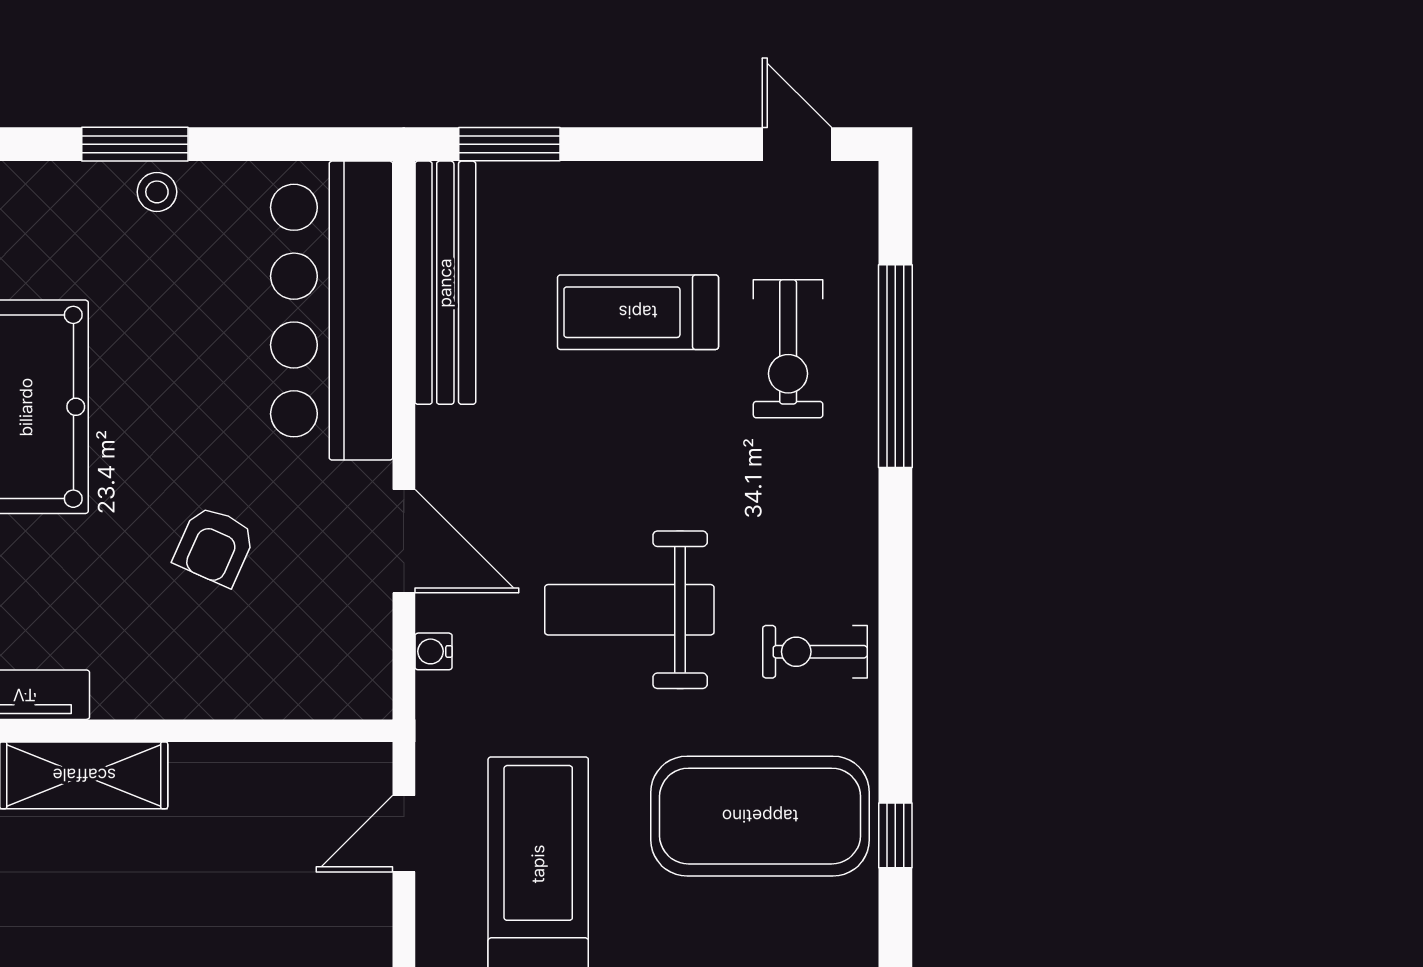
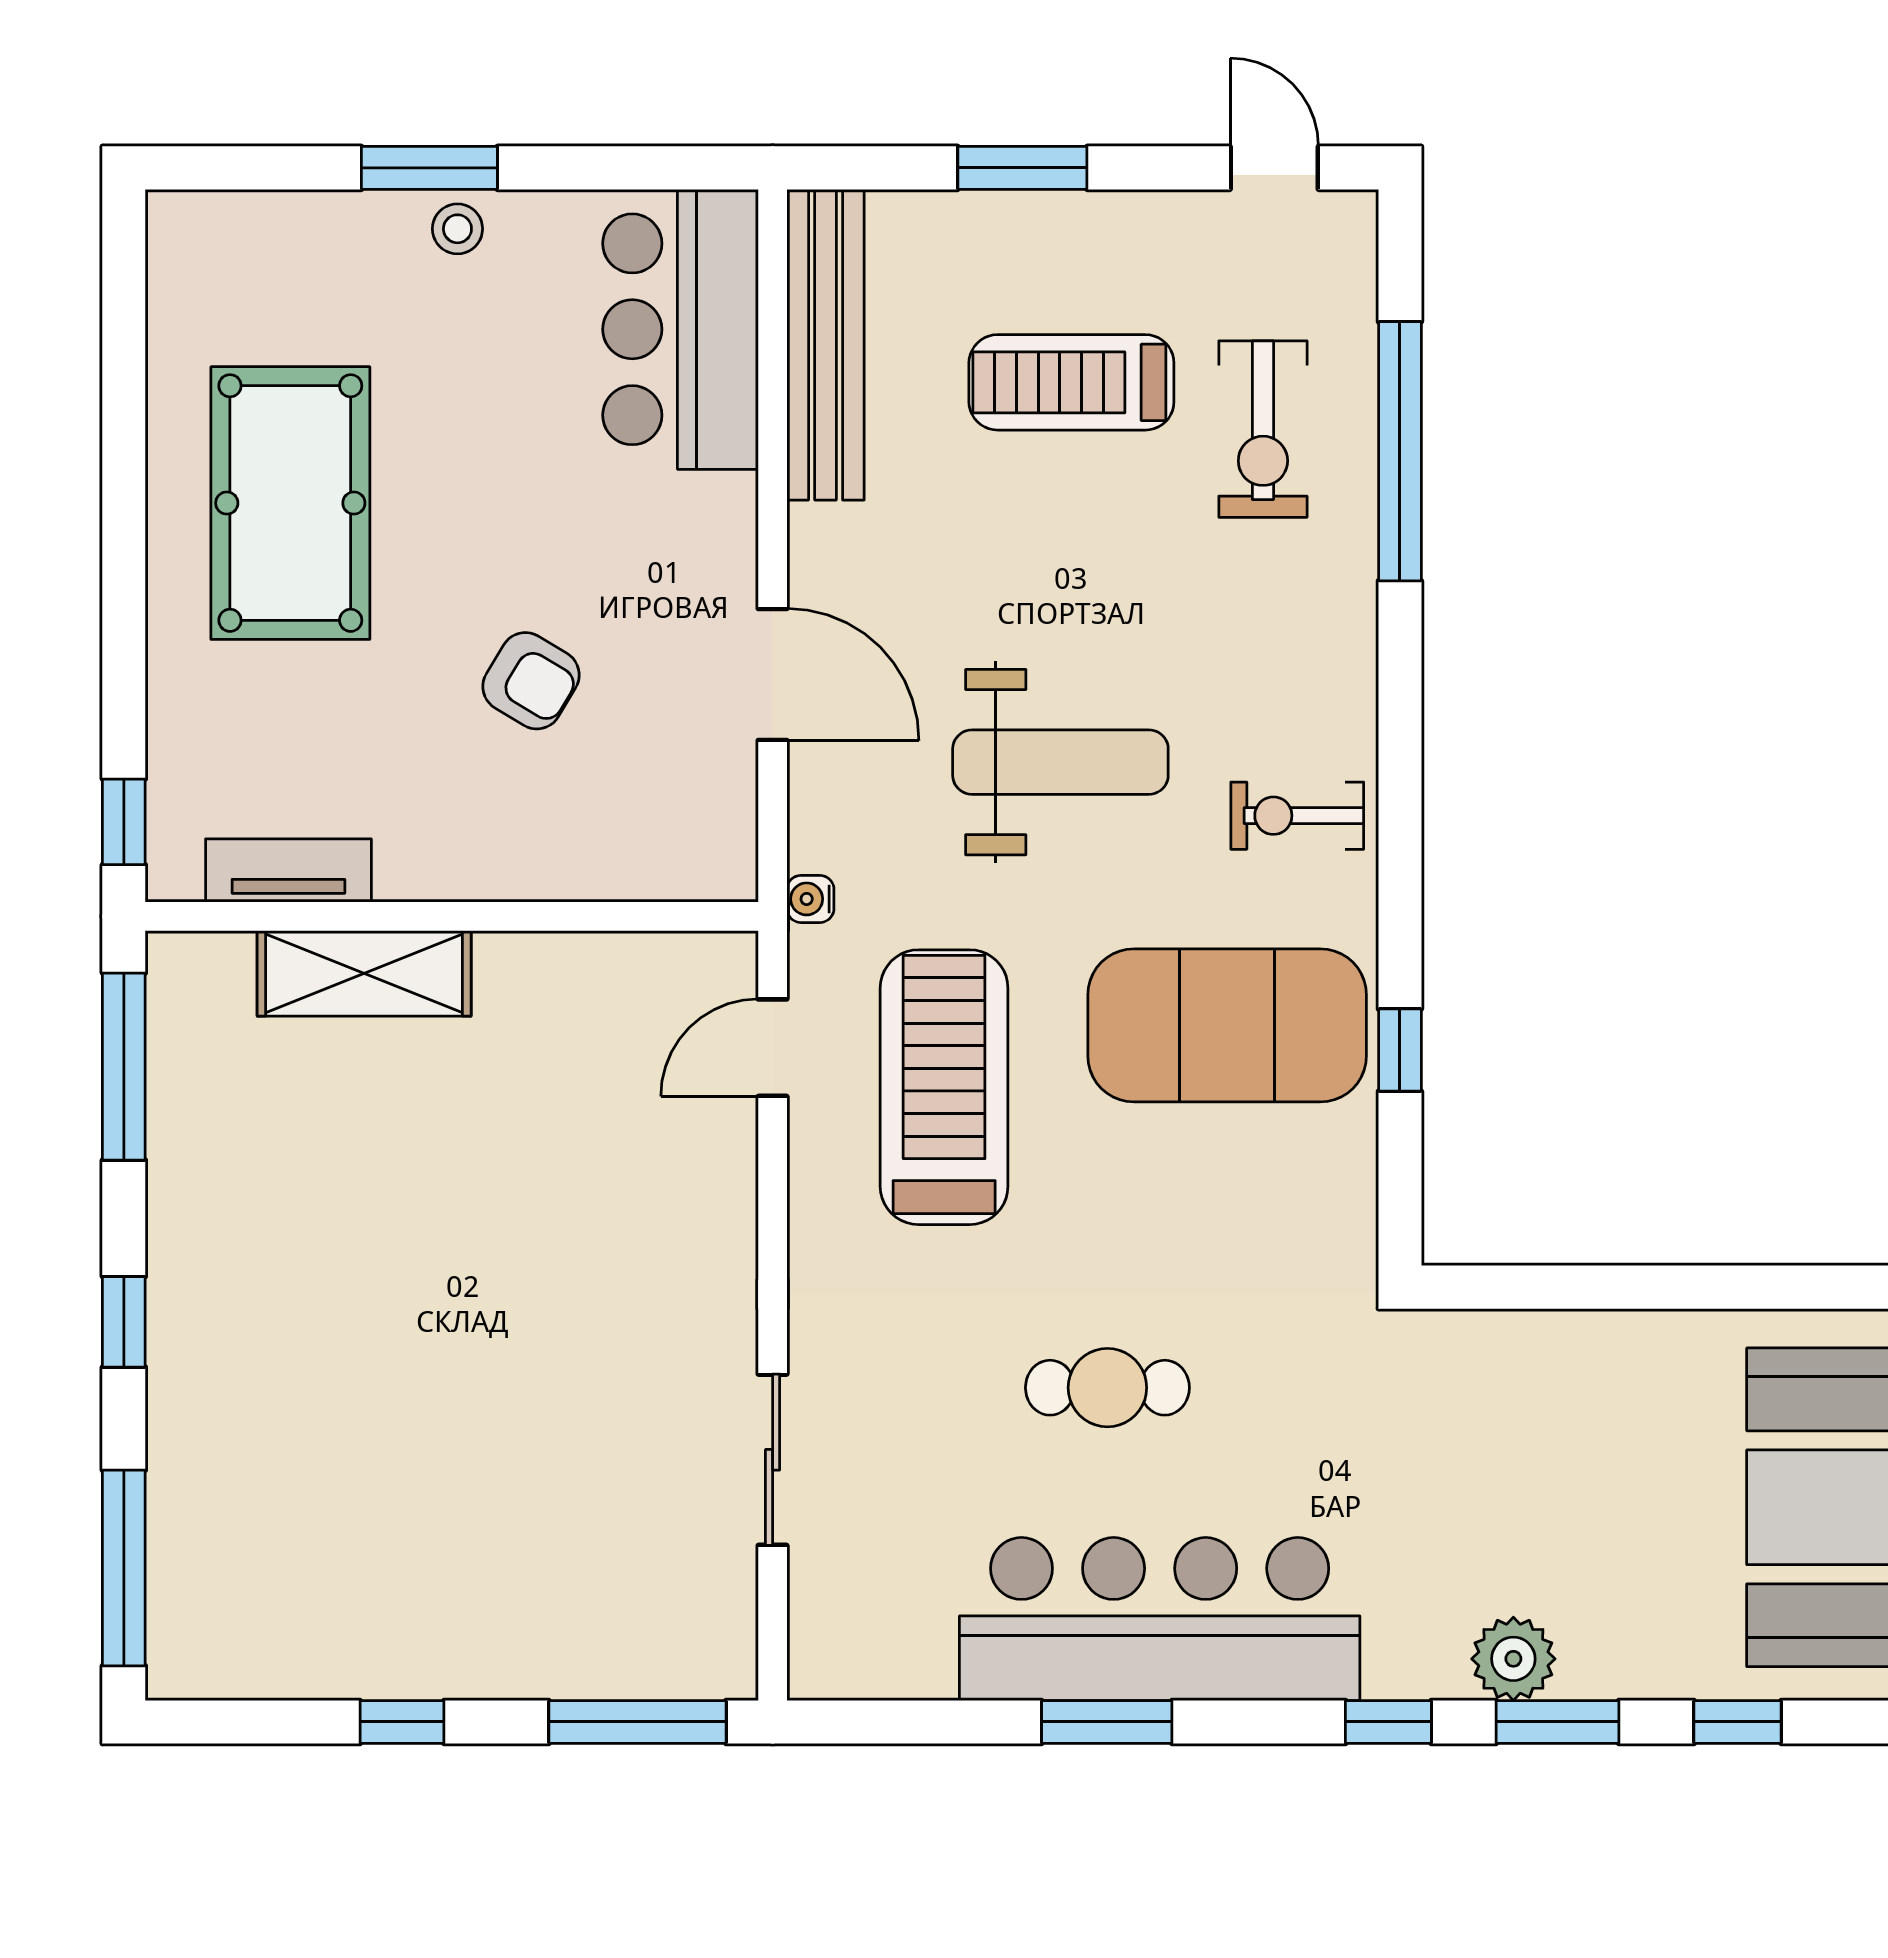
window: (509, 144) -> (1022, 168), moved
bar counter: (332, 311) -> (681, 329), width x0.73
armchair: (215, 546) -> (531, 681), turned -83
weight bench: (629, 610) -> (1060, 762), turned 180
water cooler: (433, 651) -> (810, 899), moved

